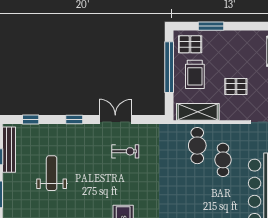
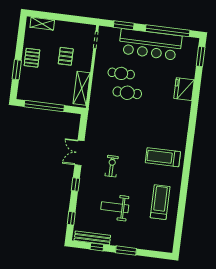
pallet: (190, 44) -> (32, 58), moved
trolley: (195, 74) -> (52, 87), removed
cafe table: (197, 146) -> (127, 93), moved
exercise bike: (125, 151) -> (112, 166), moved

